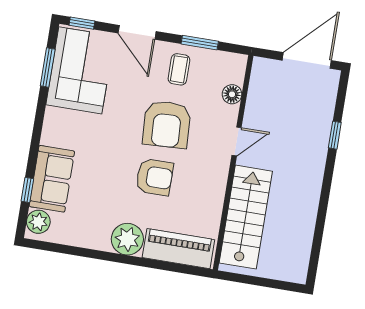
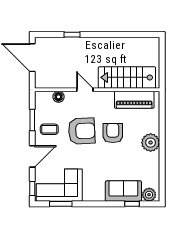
piano: (178, 249) -> (134, 100), moved, turned -90

